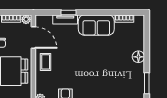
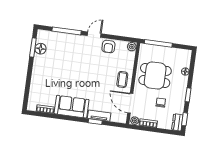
floor lamp: (138, 57) -> (40, 49), moved

